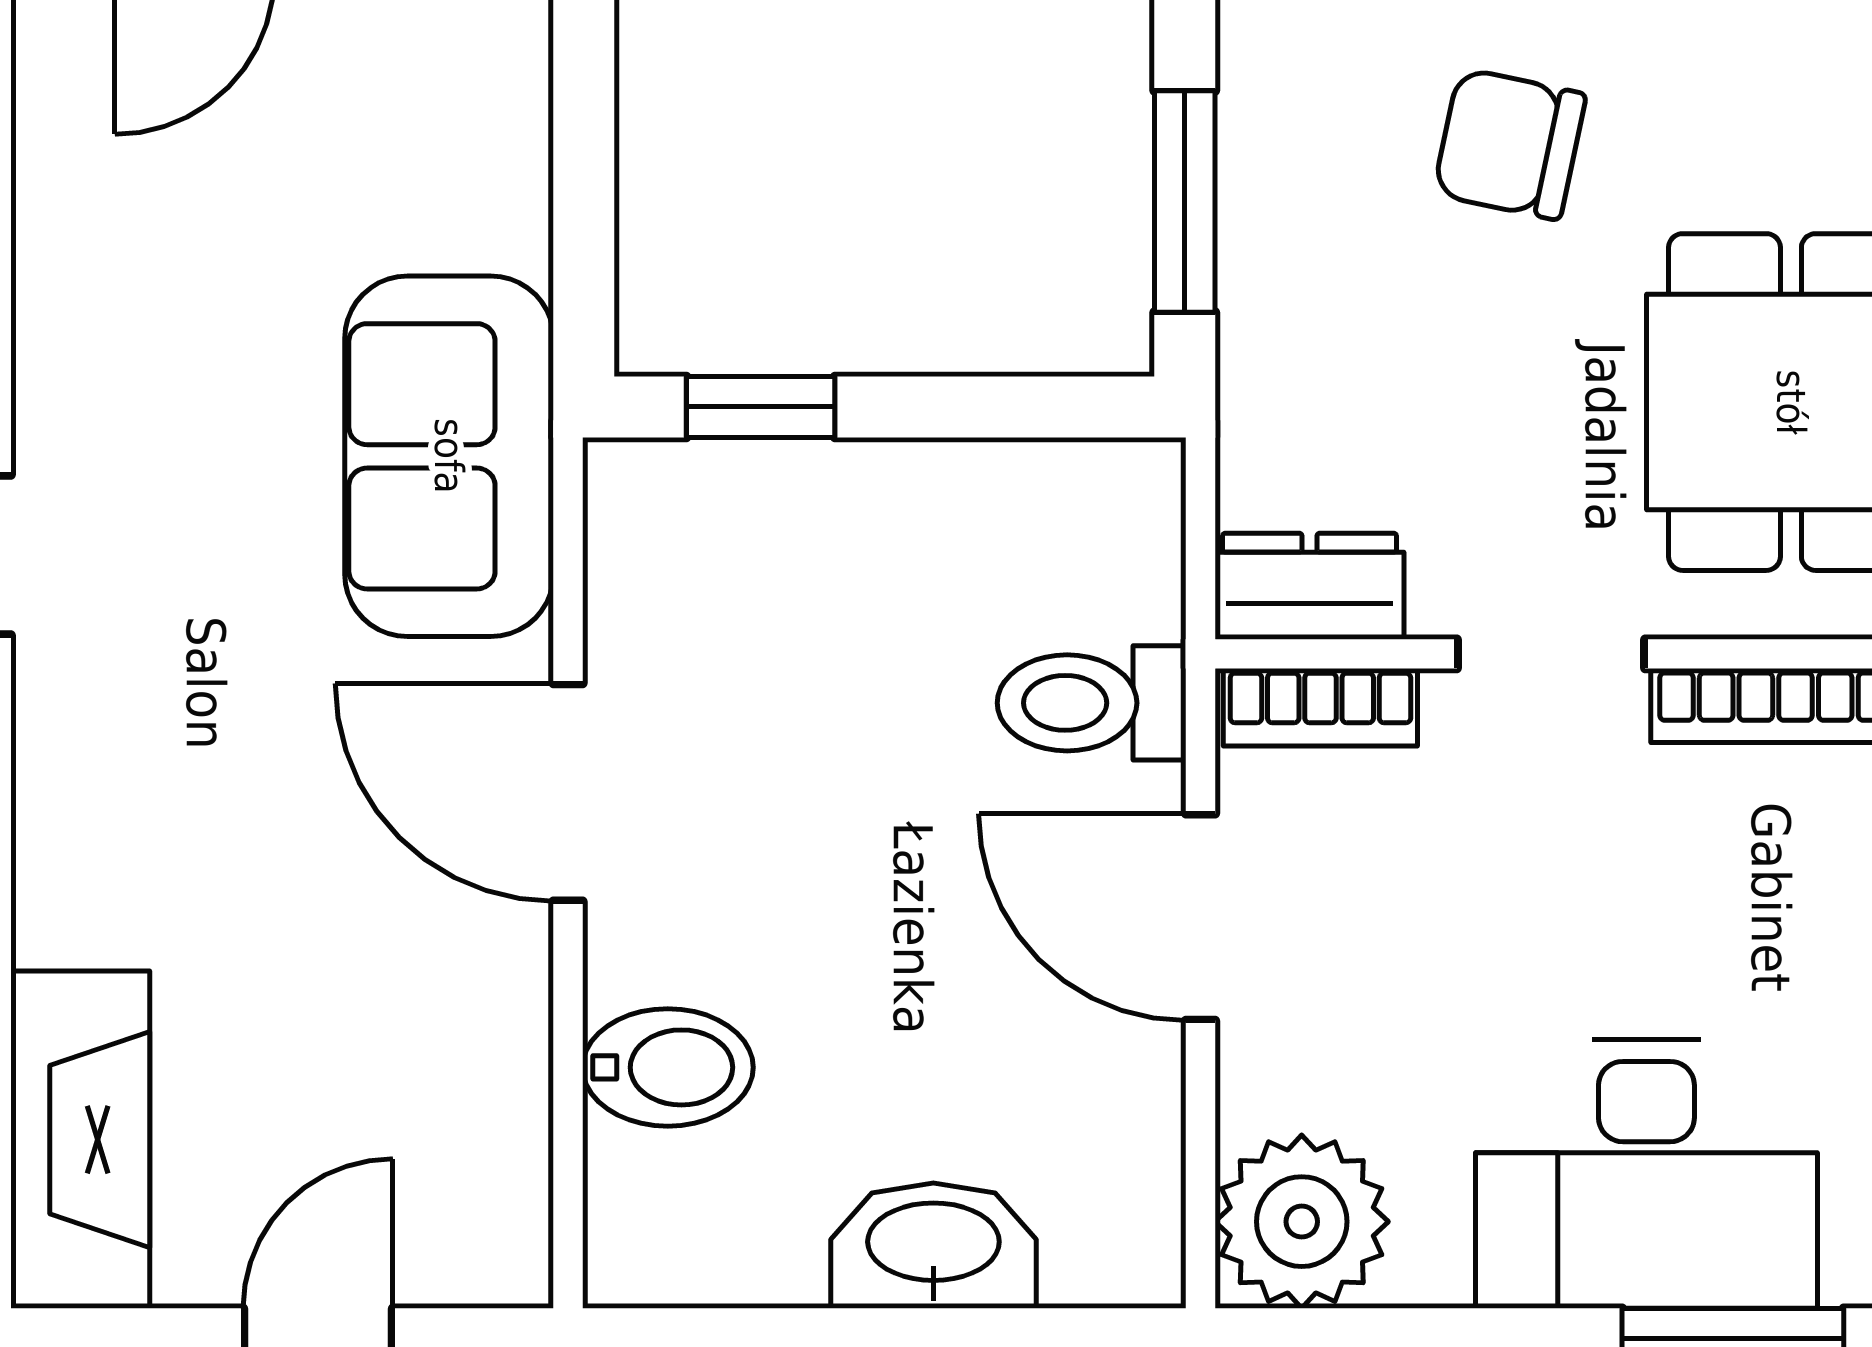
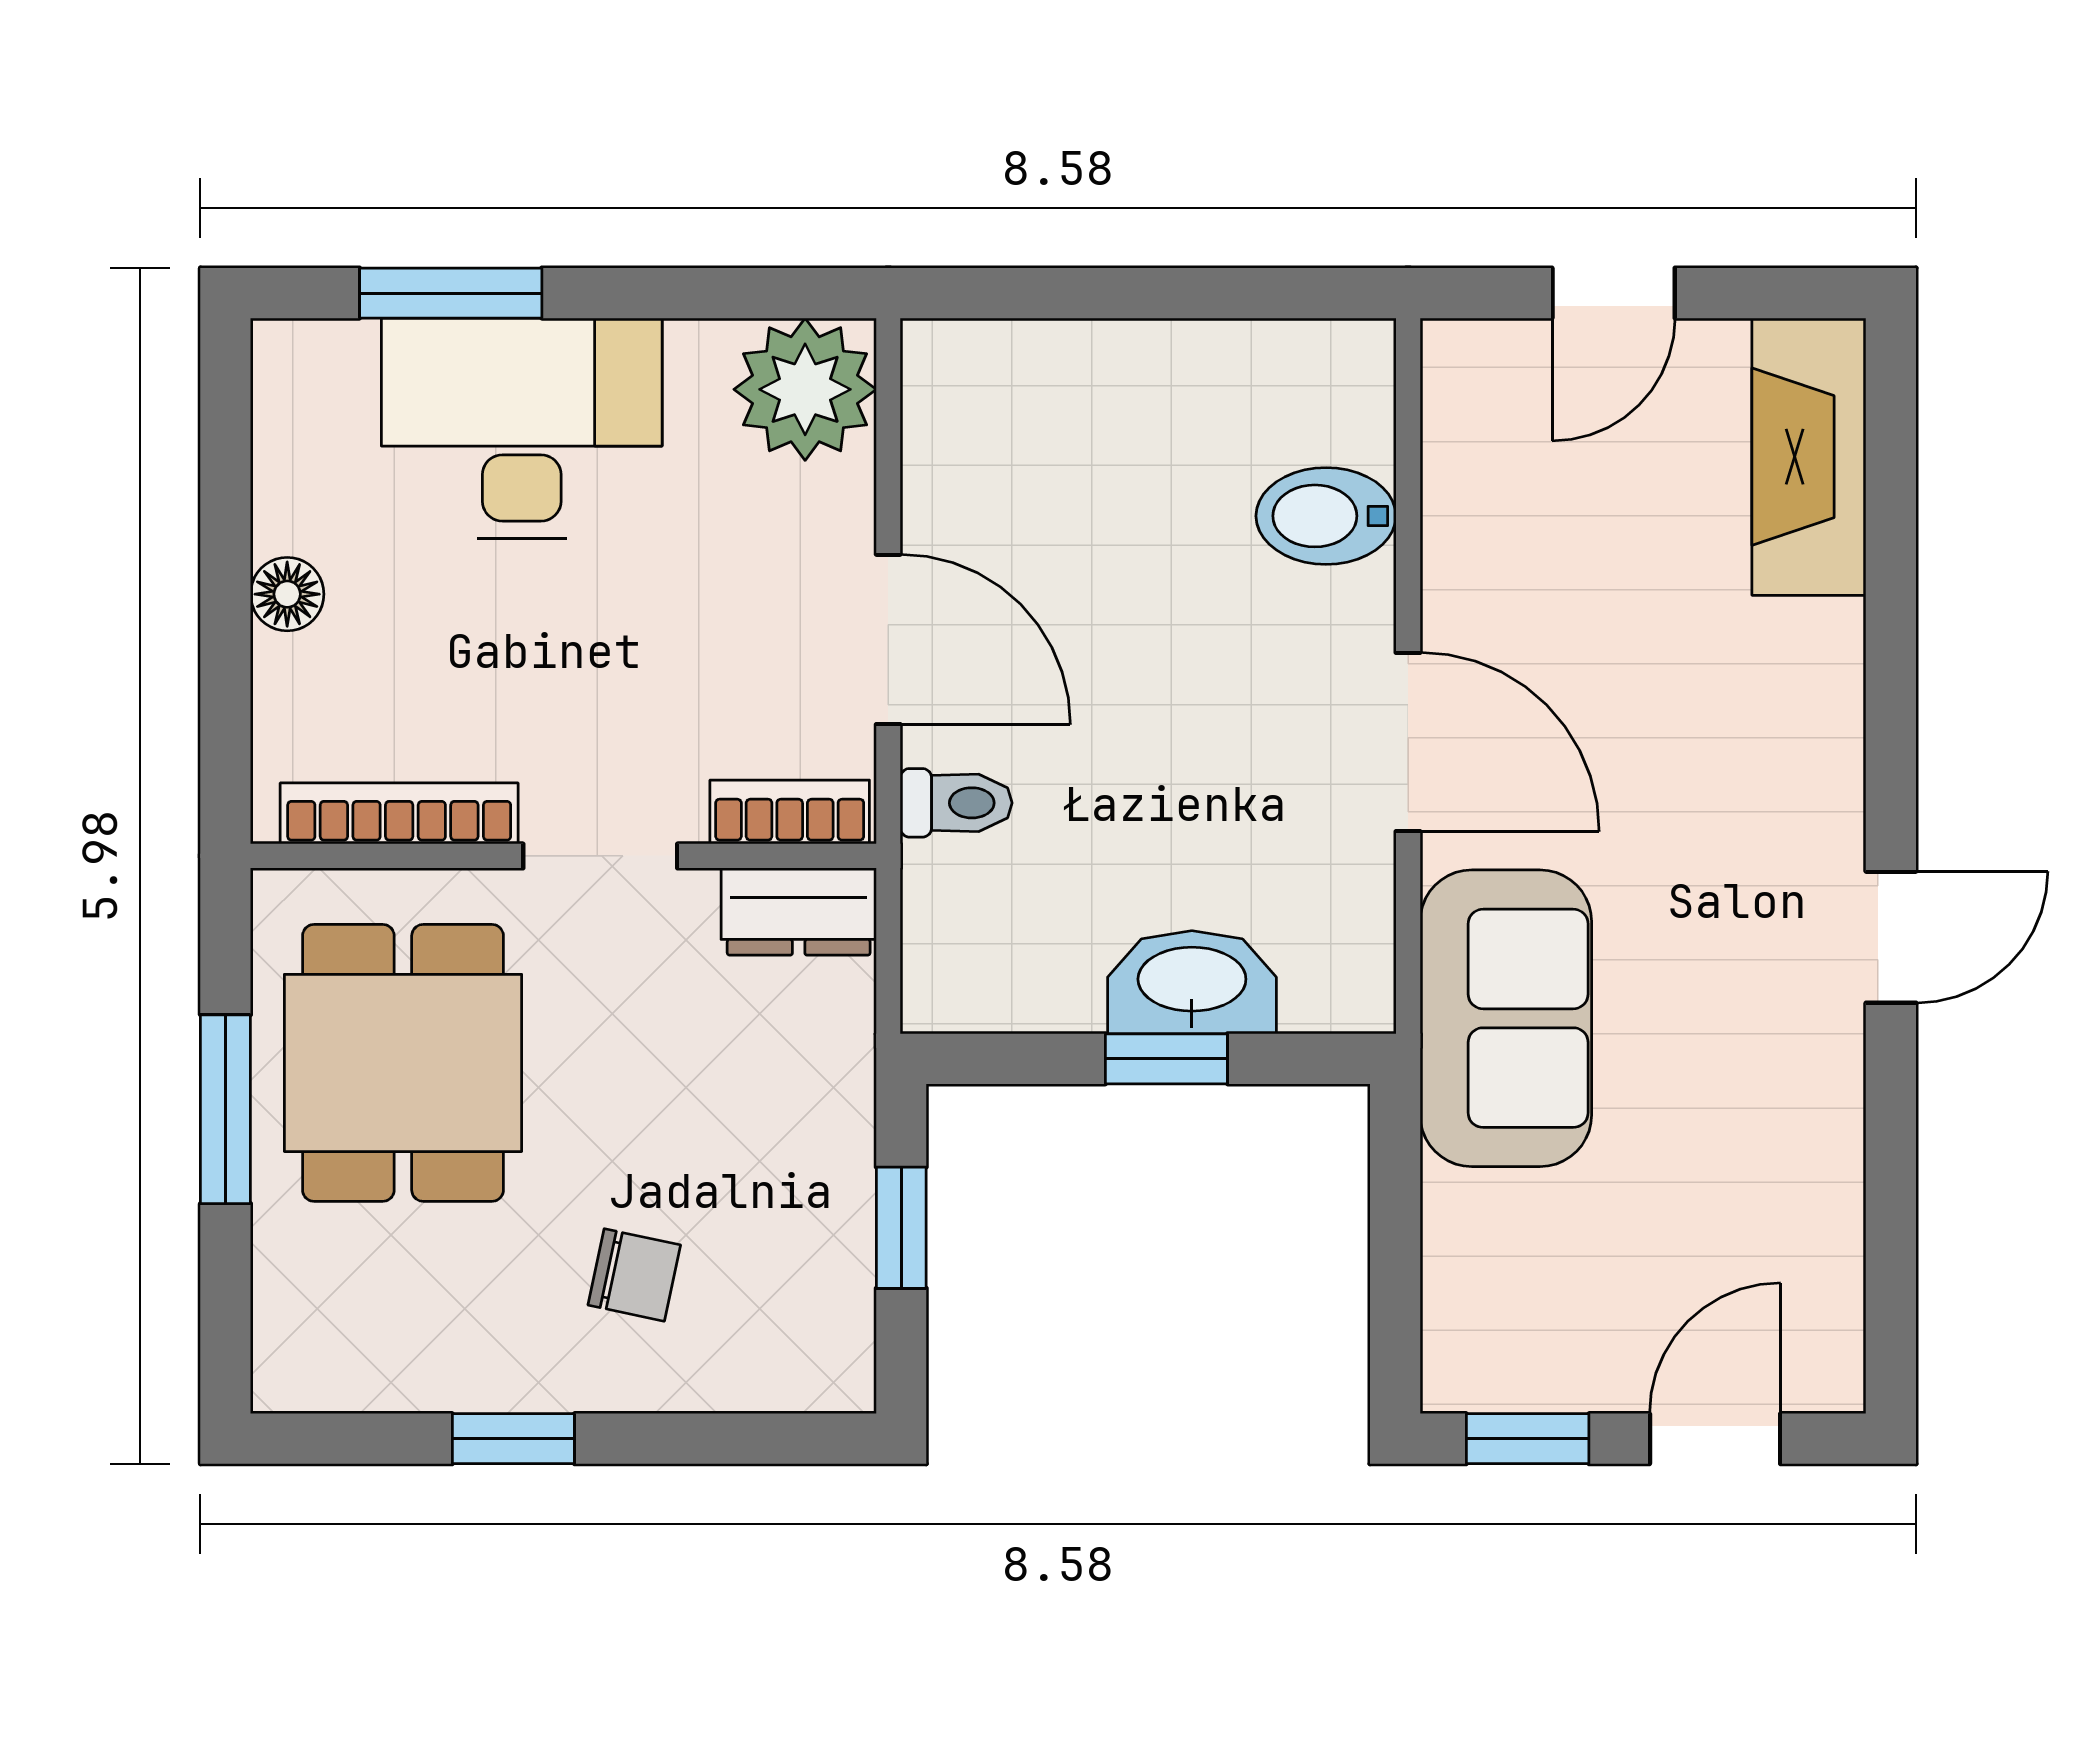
chair: (1510, 144) -> (634, 1275), width x0.73, depth x0.73
window: (1185, 201) -> (901, 1228), width x0.67
window: (761, 407) -> (1166, 1059), moved
toilet: (1092, 703) -> (956, 803), width x0.73, depth x0.72
washbasin: (933, 1246) -> (1192, 982), moved, turned 180

